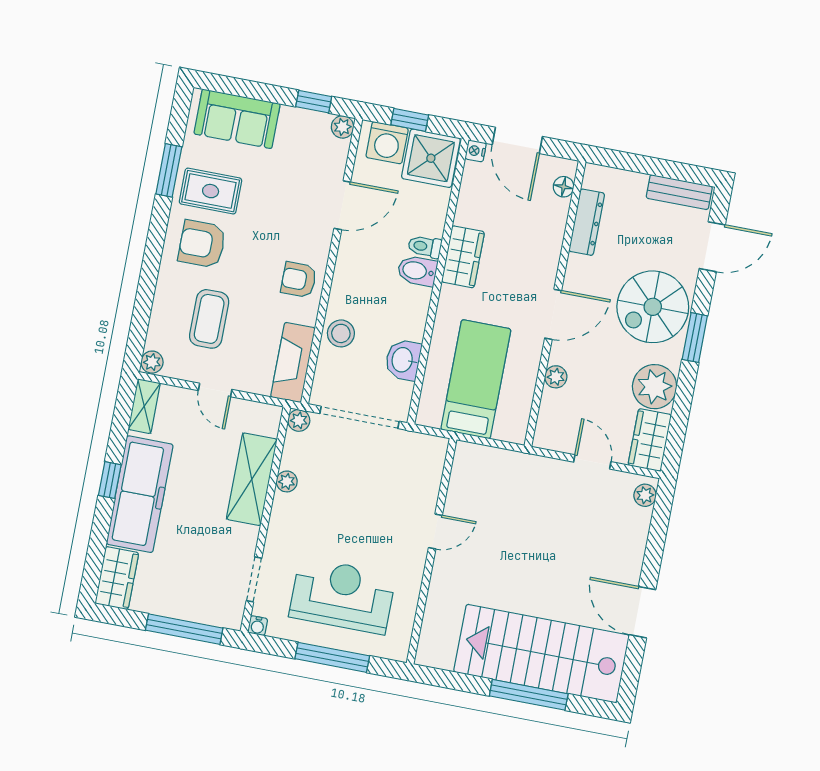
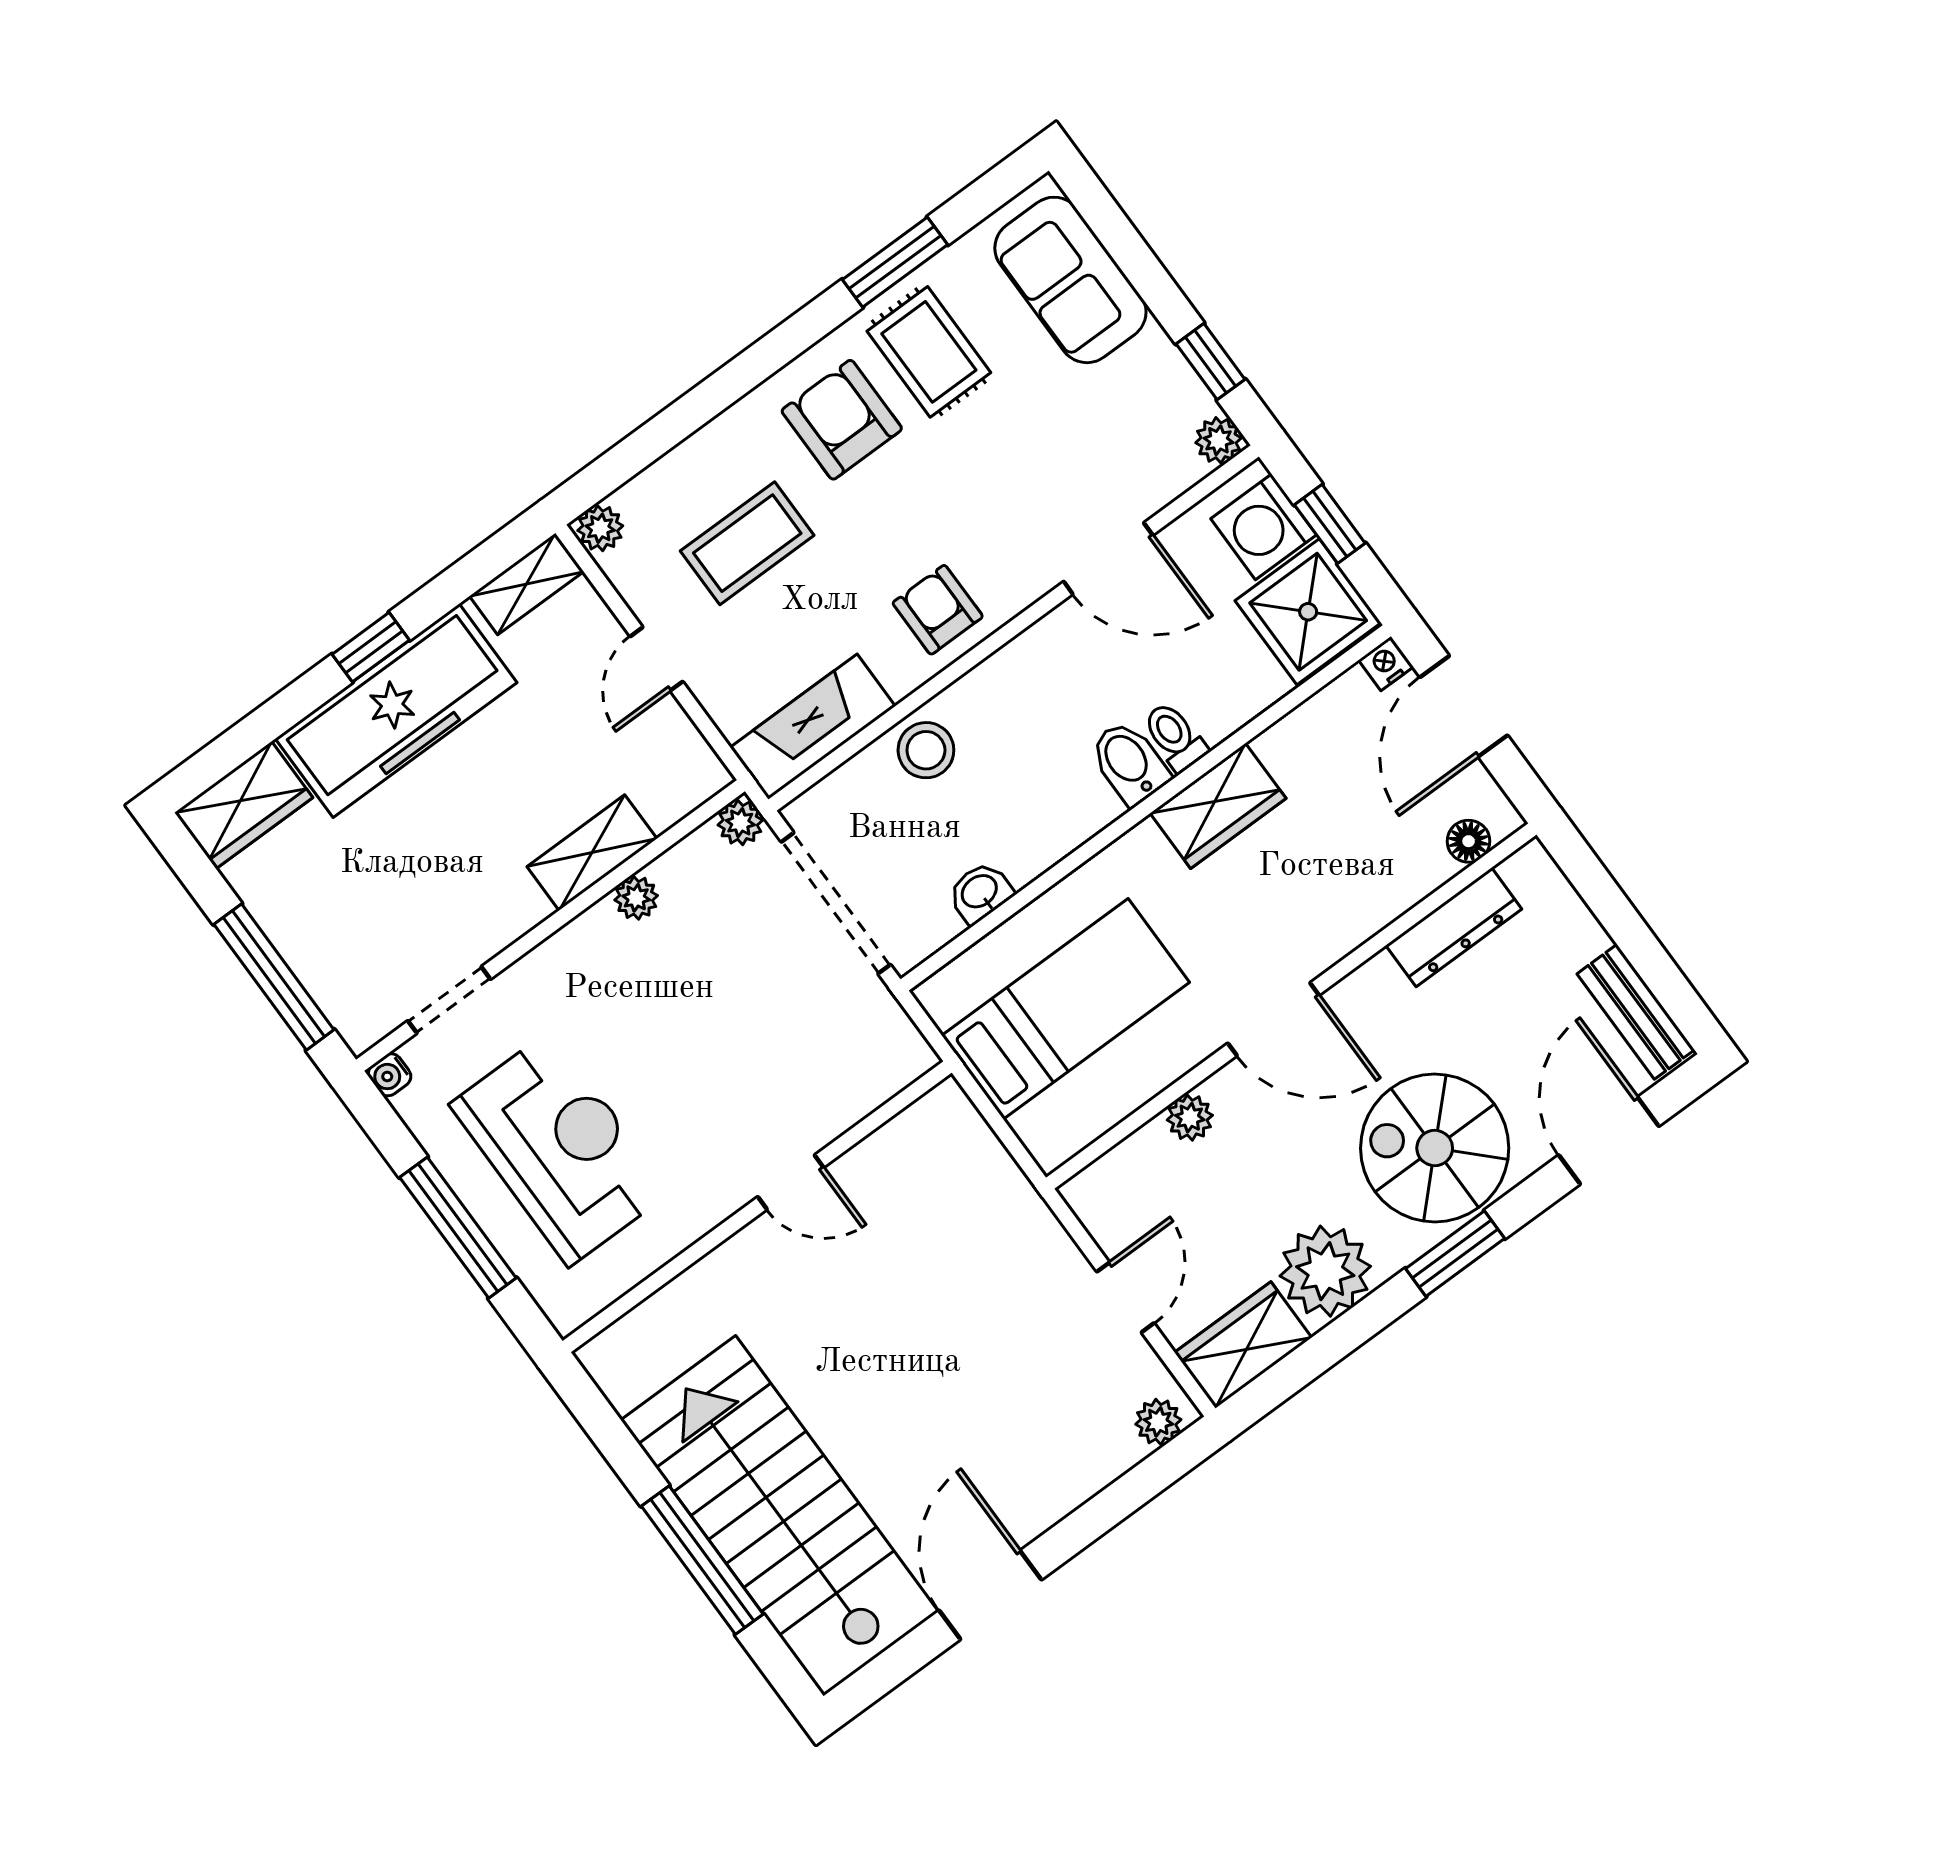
door: (712, 247) -> (1609, 1141), swing flipped
washbasin: (403, 360) -> (980, 892), width x0.72, depth x0.69
shelving: (252, 479) -> (592, 853), width x0.67, depth x0.75

